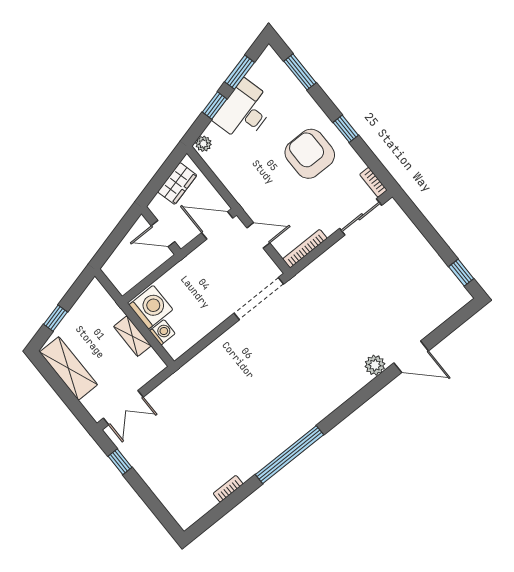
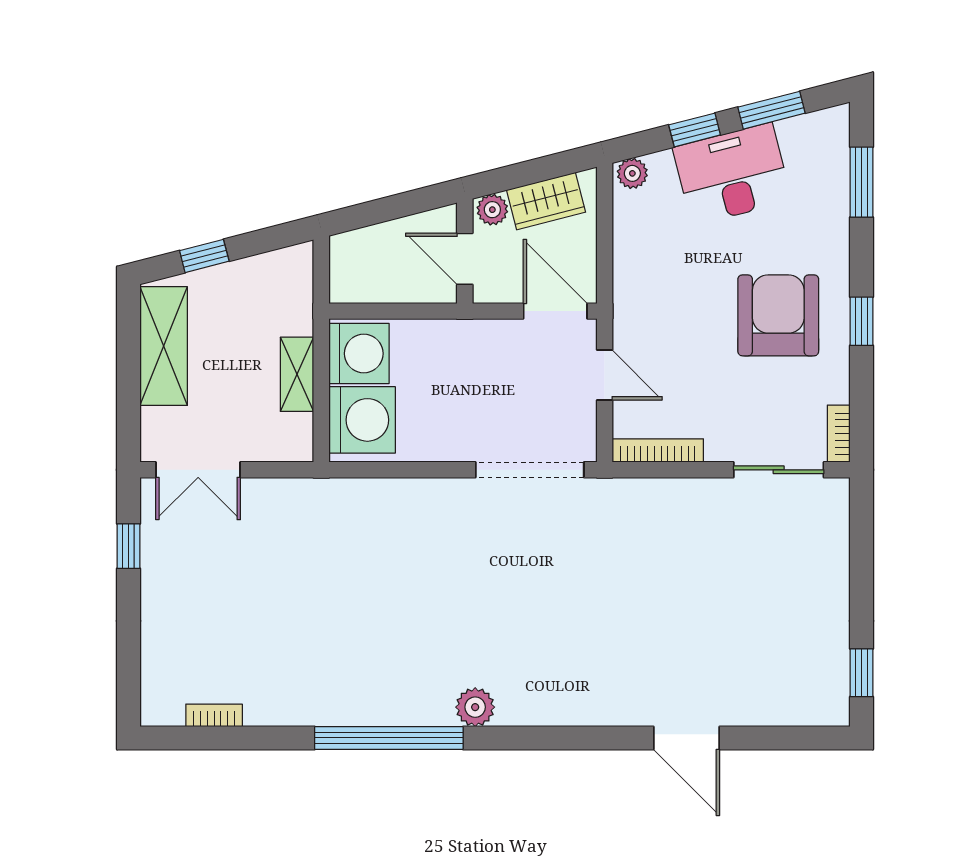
plant: (158, 205) -> (492, 210), added
washing machine: (162, 332) -> (362, 420), width x1.89, depth x1.89
plant: (375, 365) -> (475, 707), moved
bookcase: (228, 489) -> (214, 715), moved

